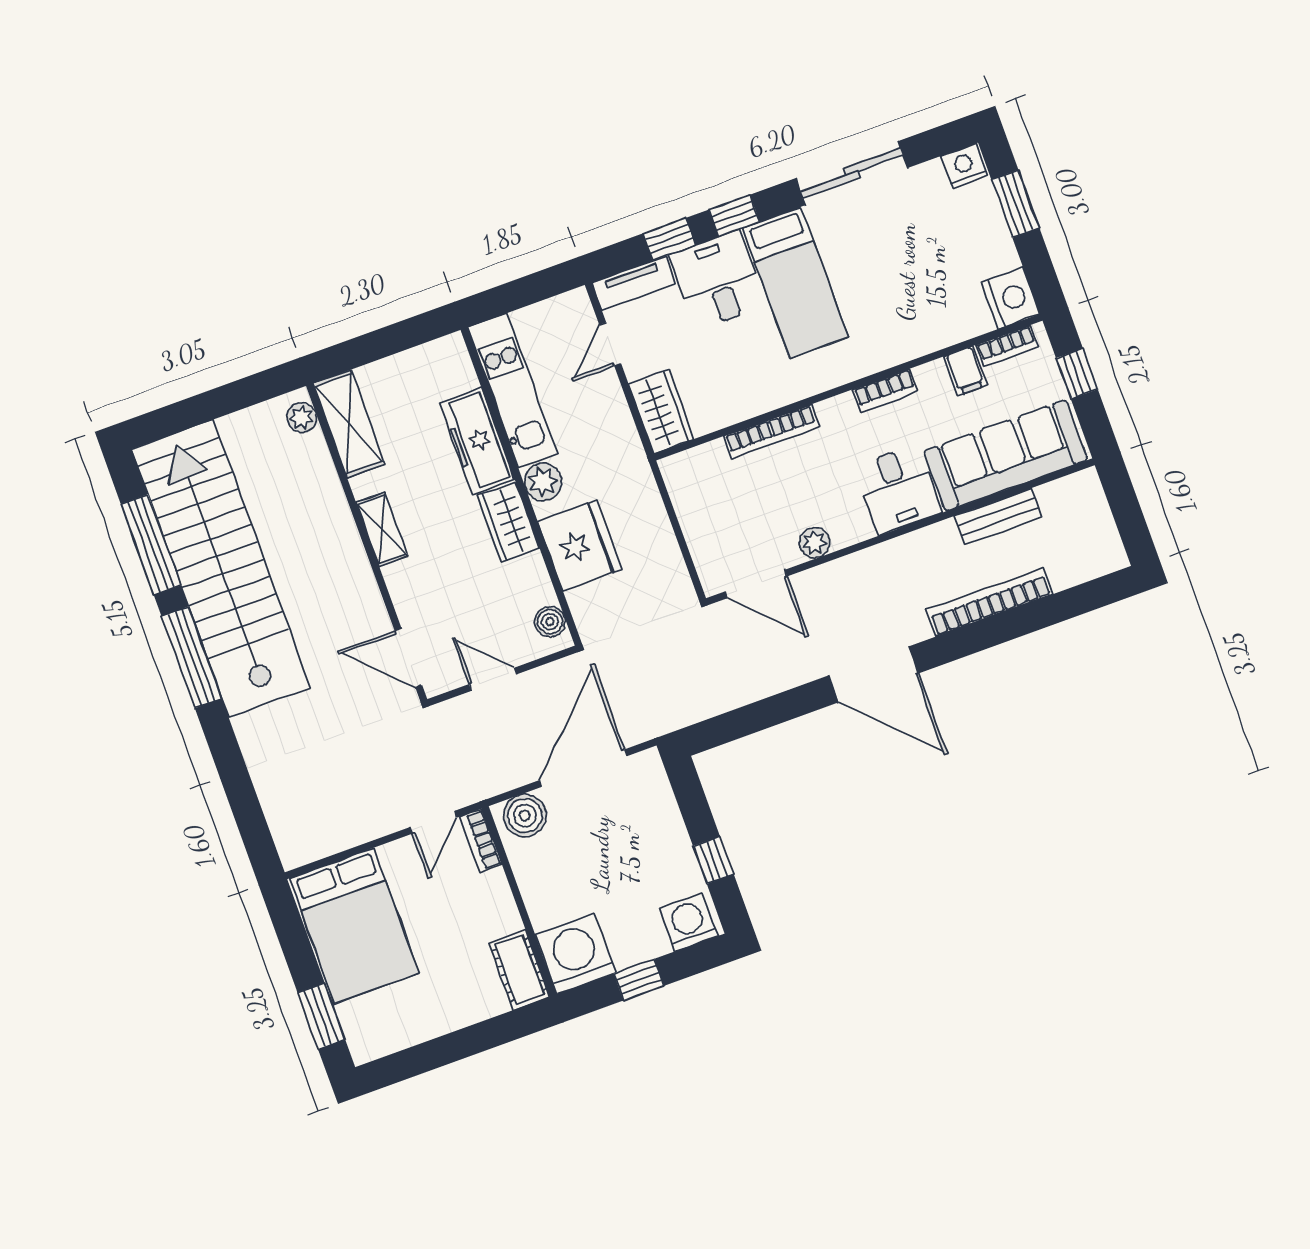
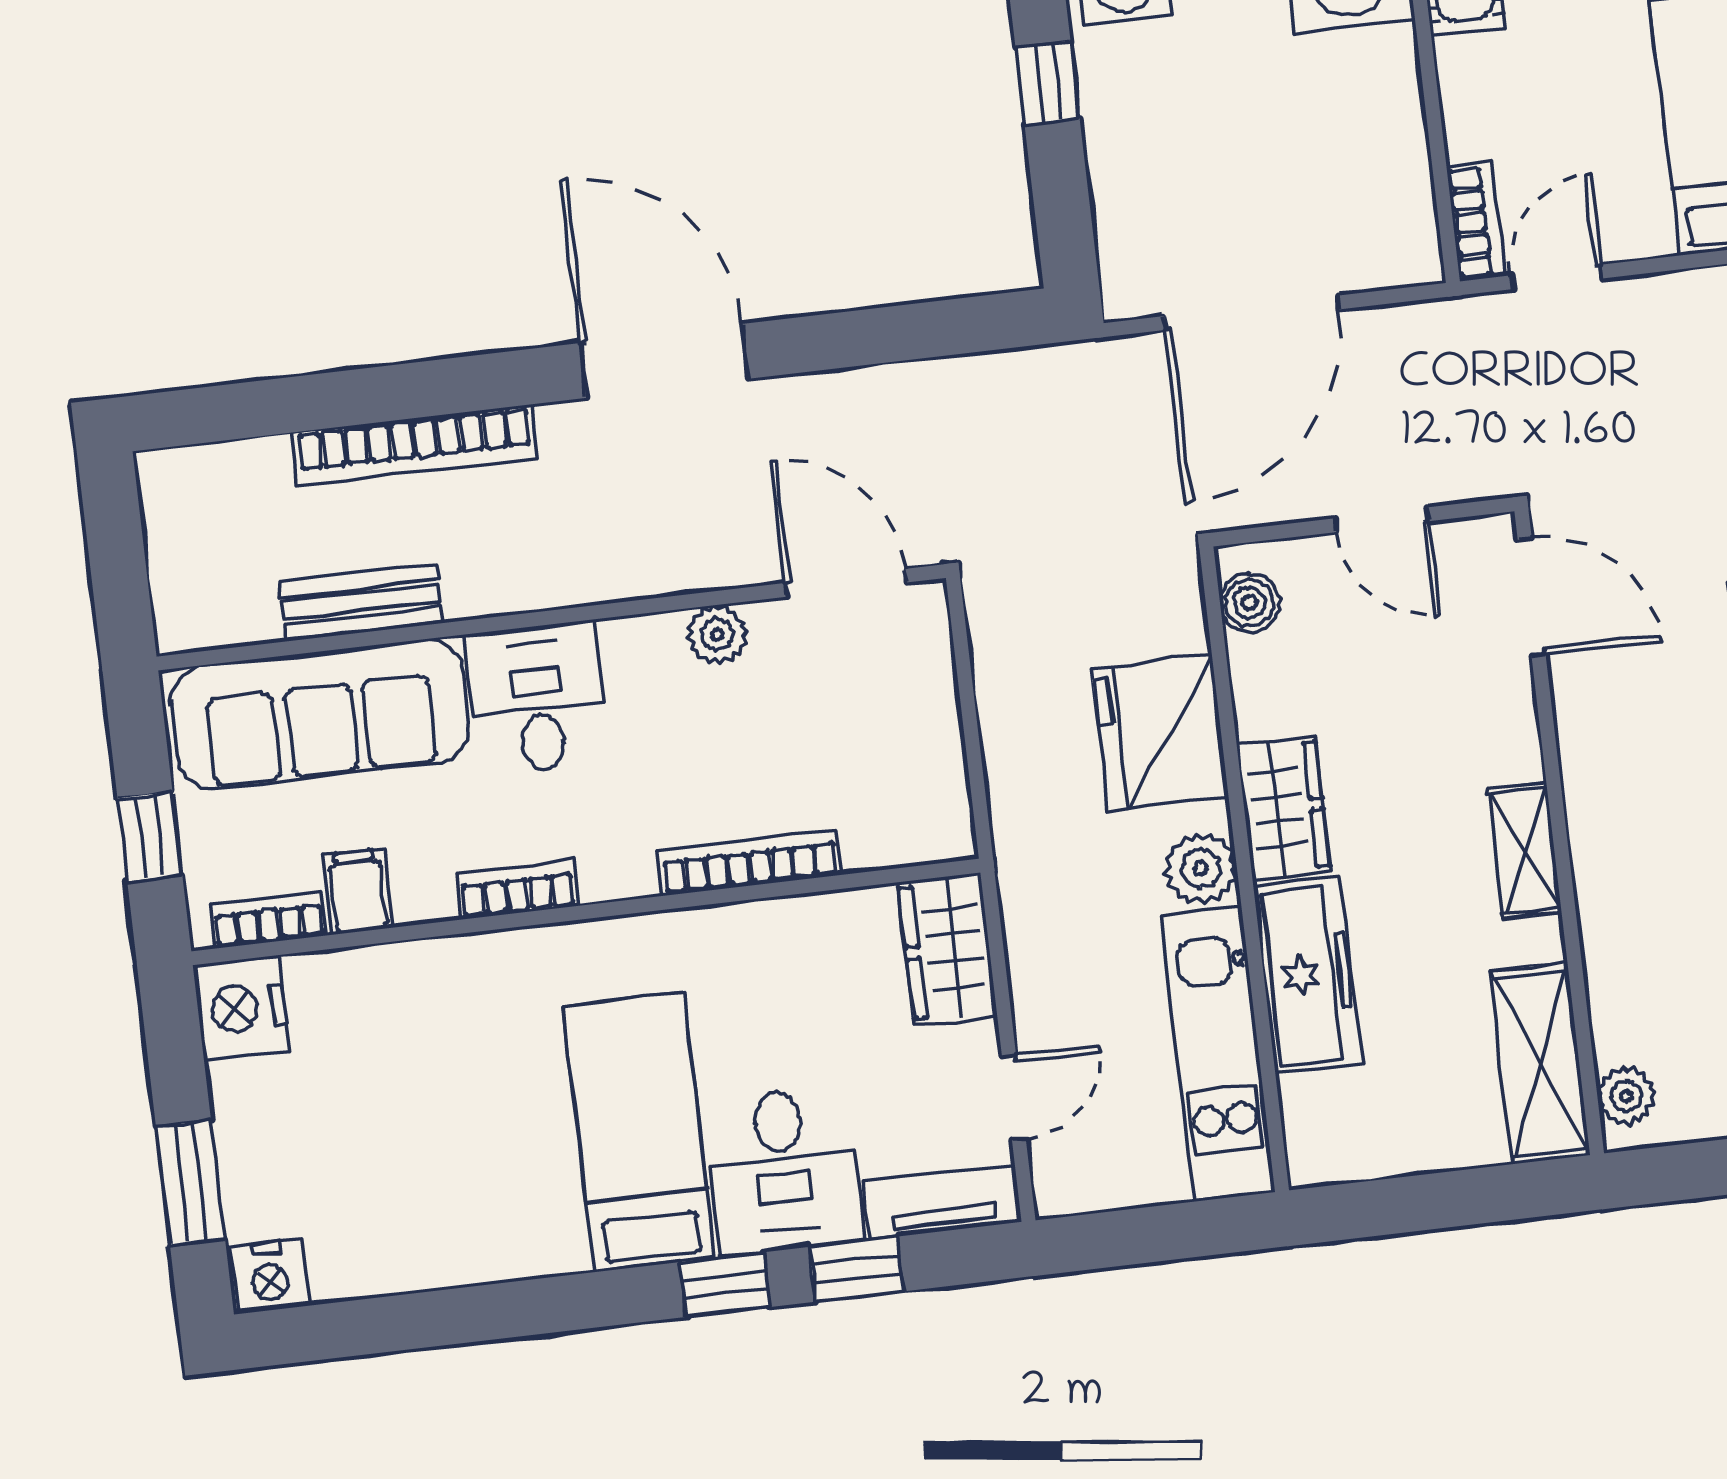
sliding door: (852, 173) -> (484, 1313), removed
boiler: (525, 816) -> (1382, 249), removed

